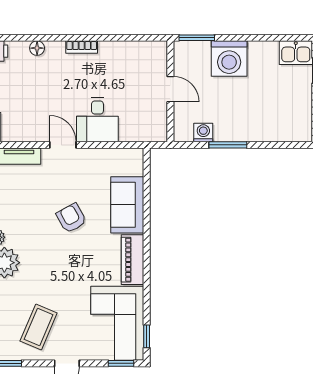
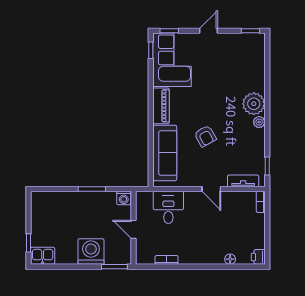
bookcase: (82, 47) -> (167, 260), moved
desk: (97, 120) -> (168, 207), moved
washing machine: (203, 133) -> (124, 198), moved
sofa: (127, 205) -> (165, 153), width x1.36
coffee table: (39, 327) -> (229, 57), removed

